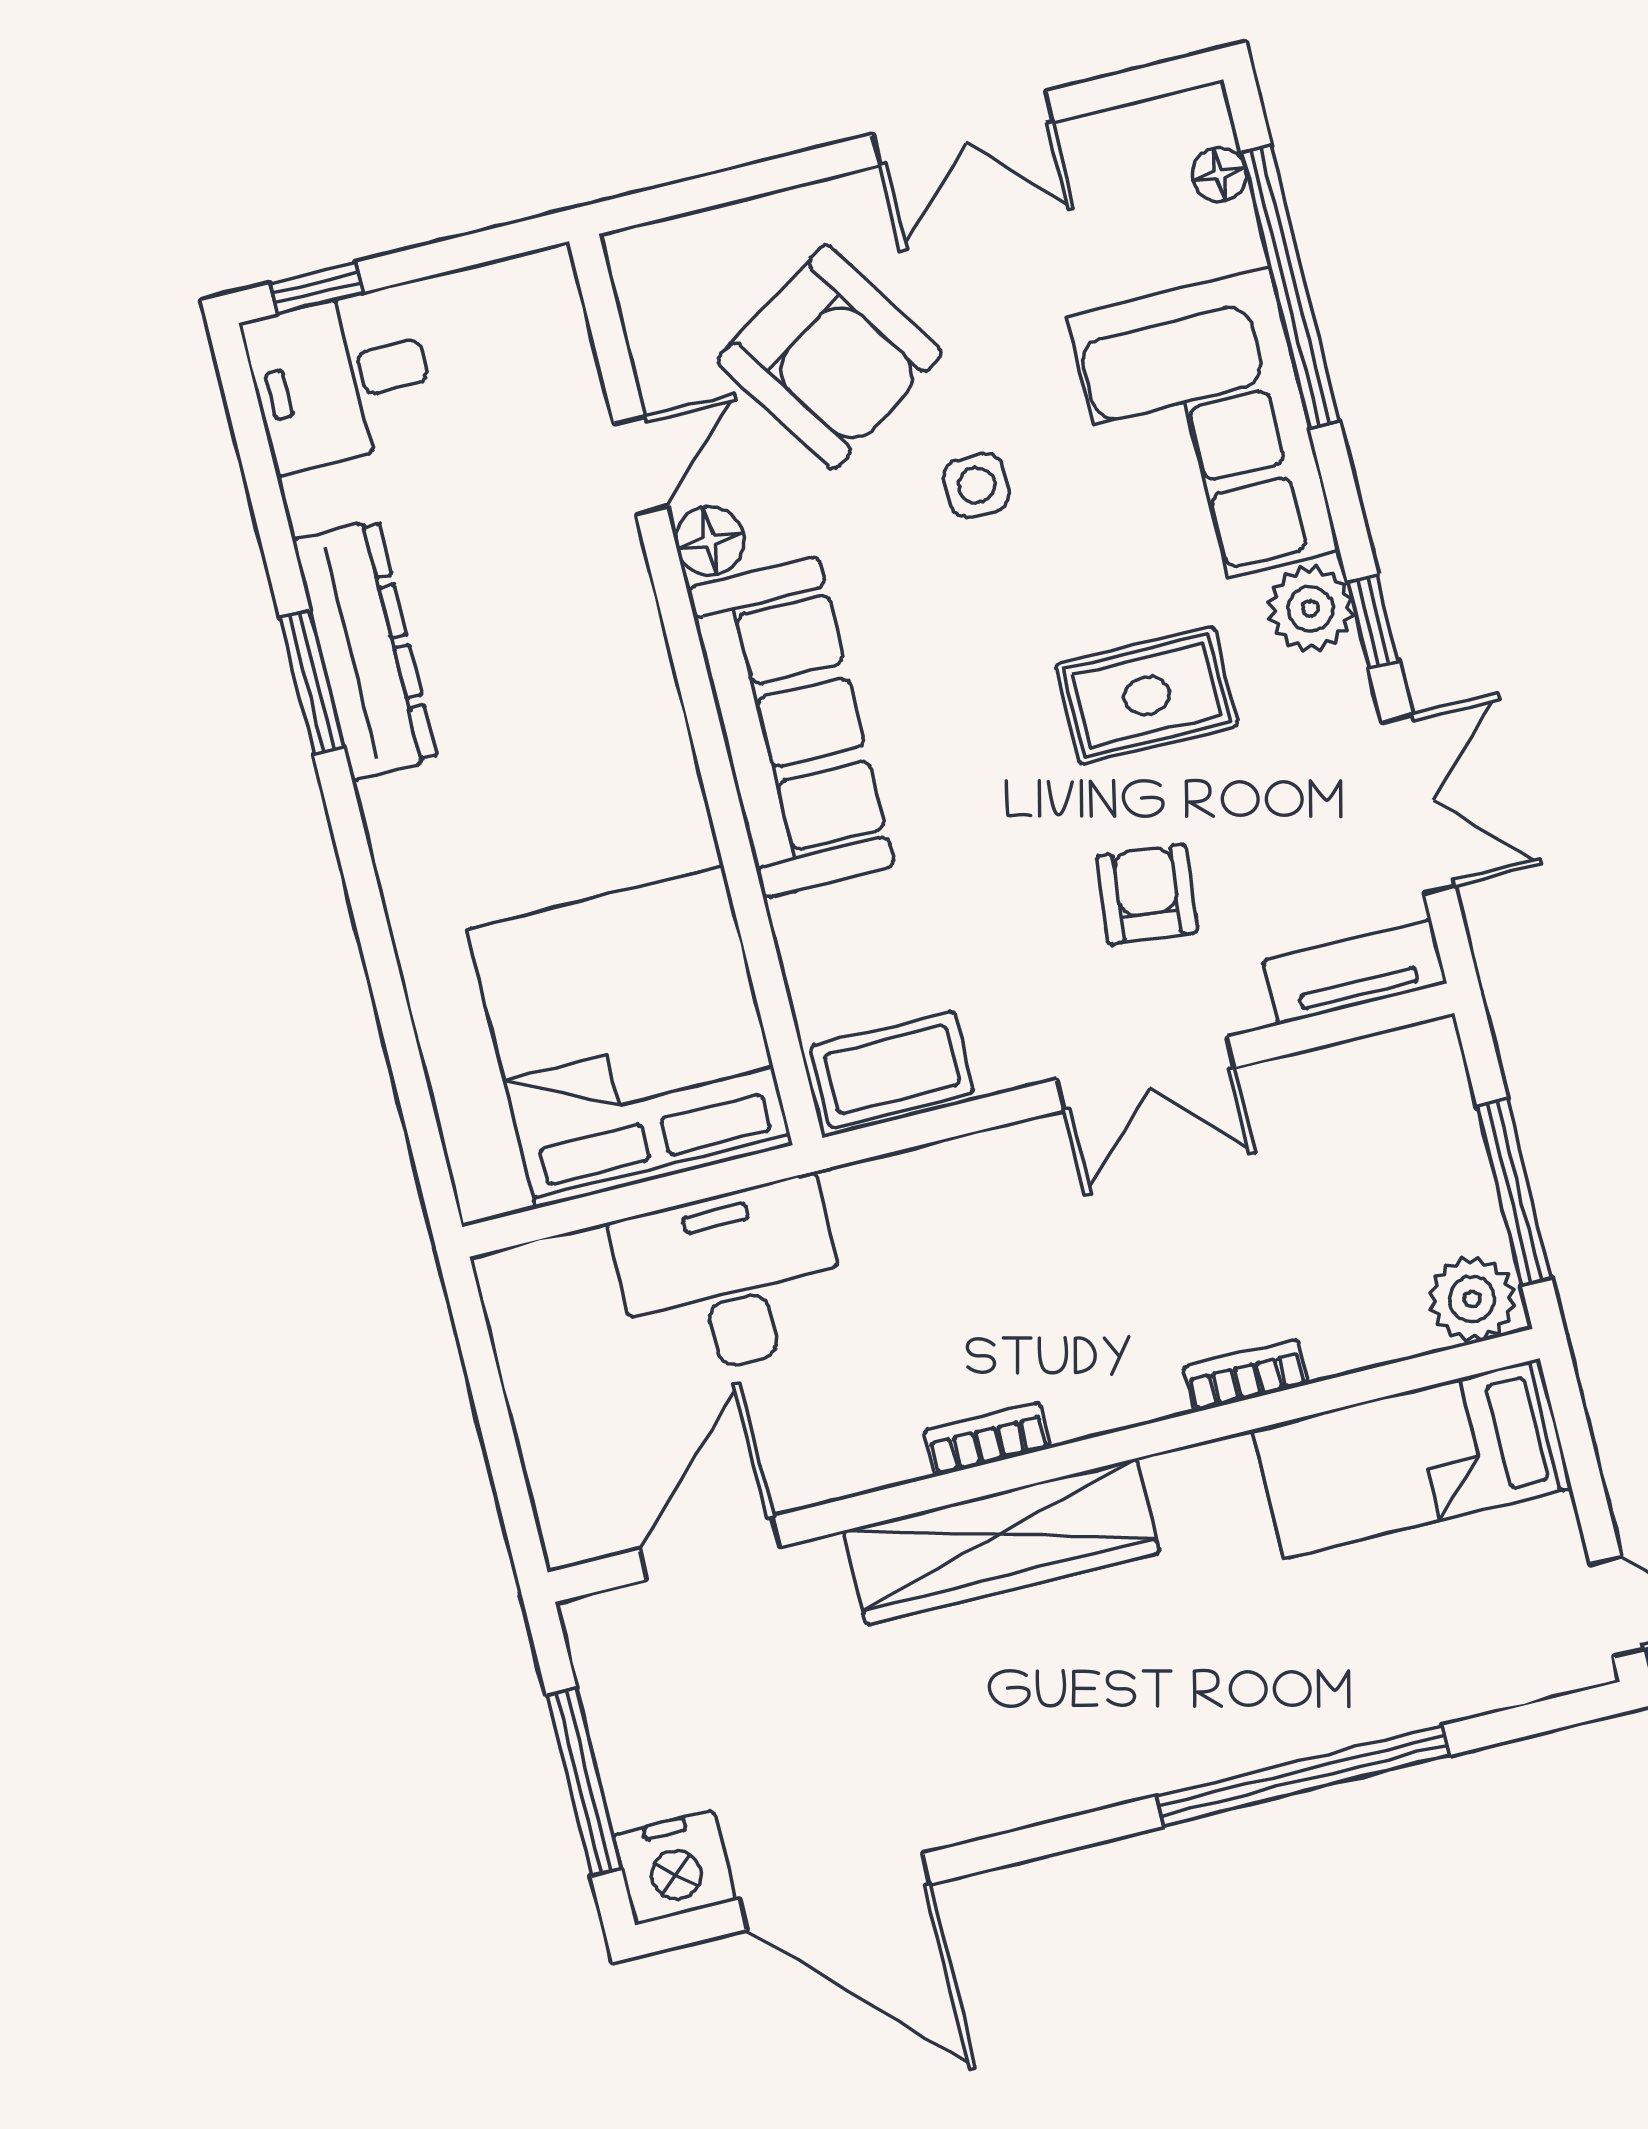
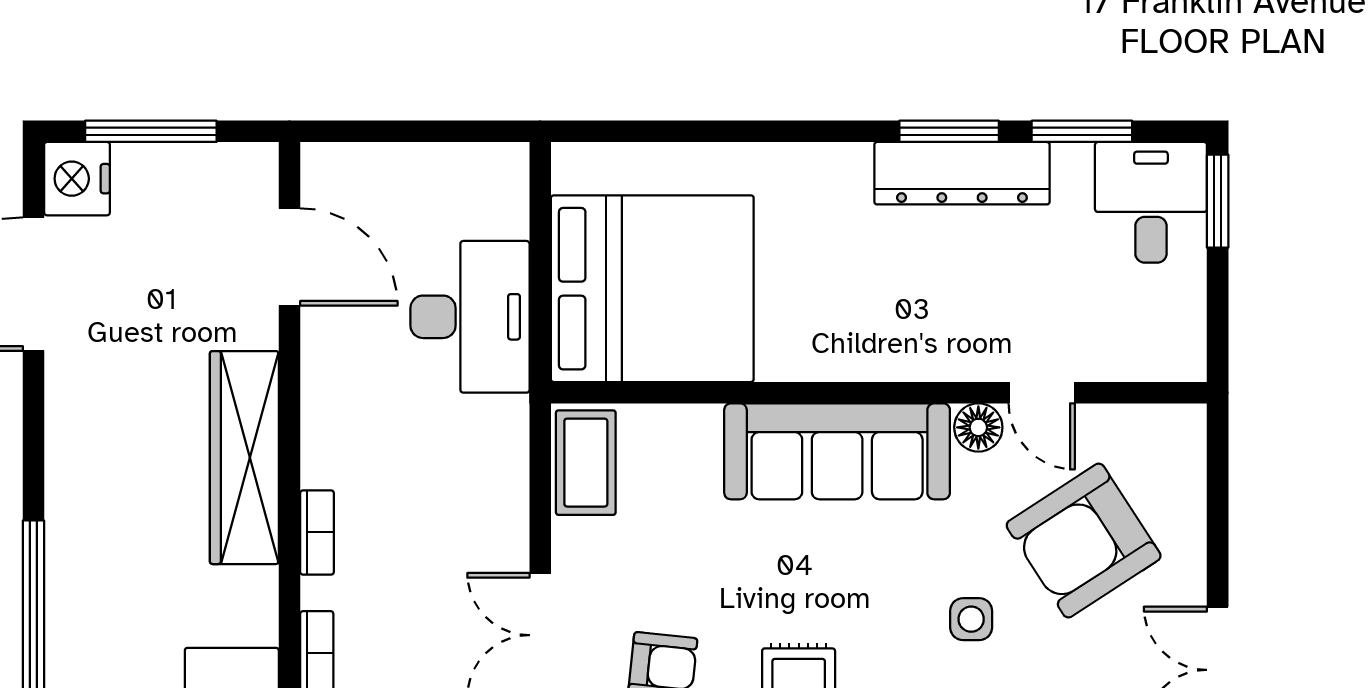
window: (316, 288) -> (1218, 201), width x1.50
window: (266, 499) -> (1082, 131), added
bookcase: (987, 1439) -> (317, 532), moved

